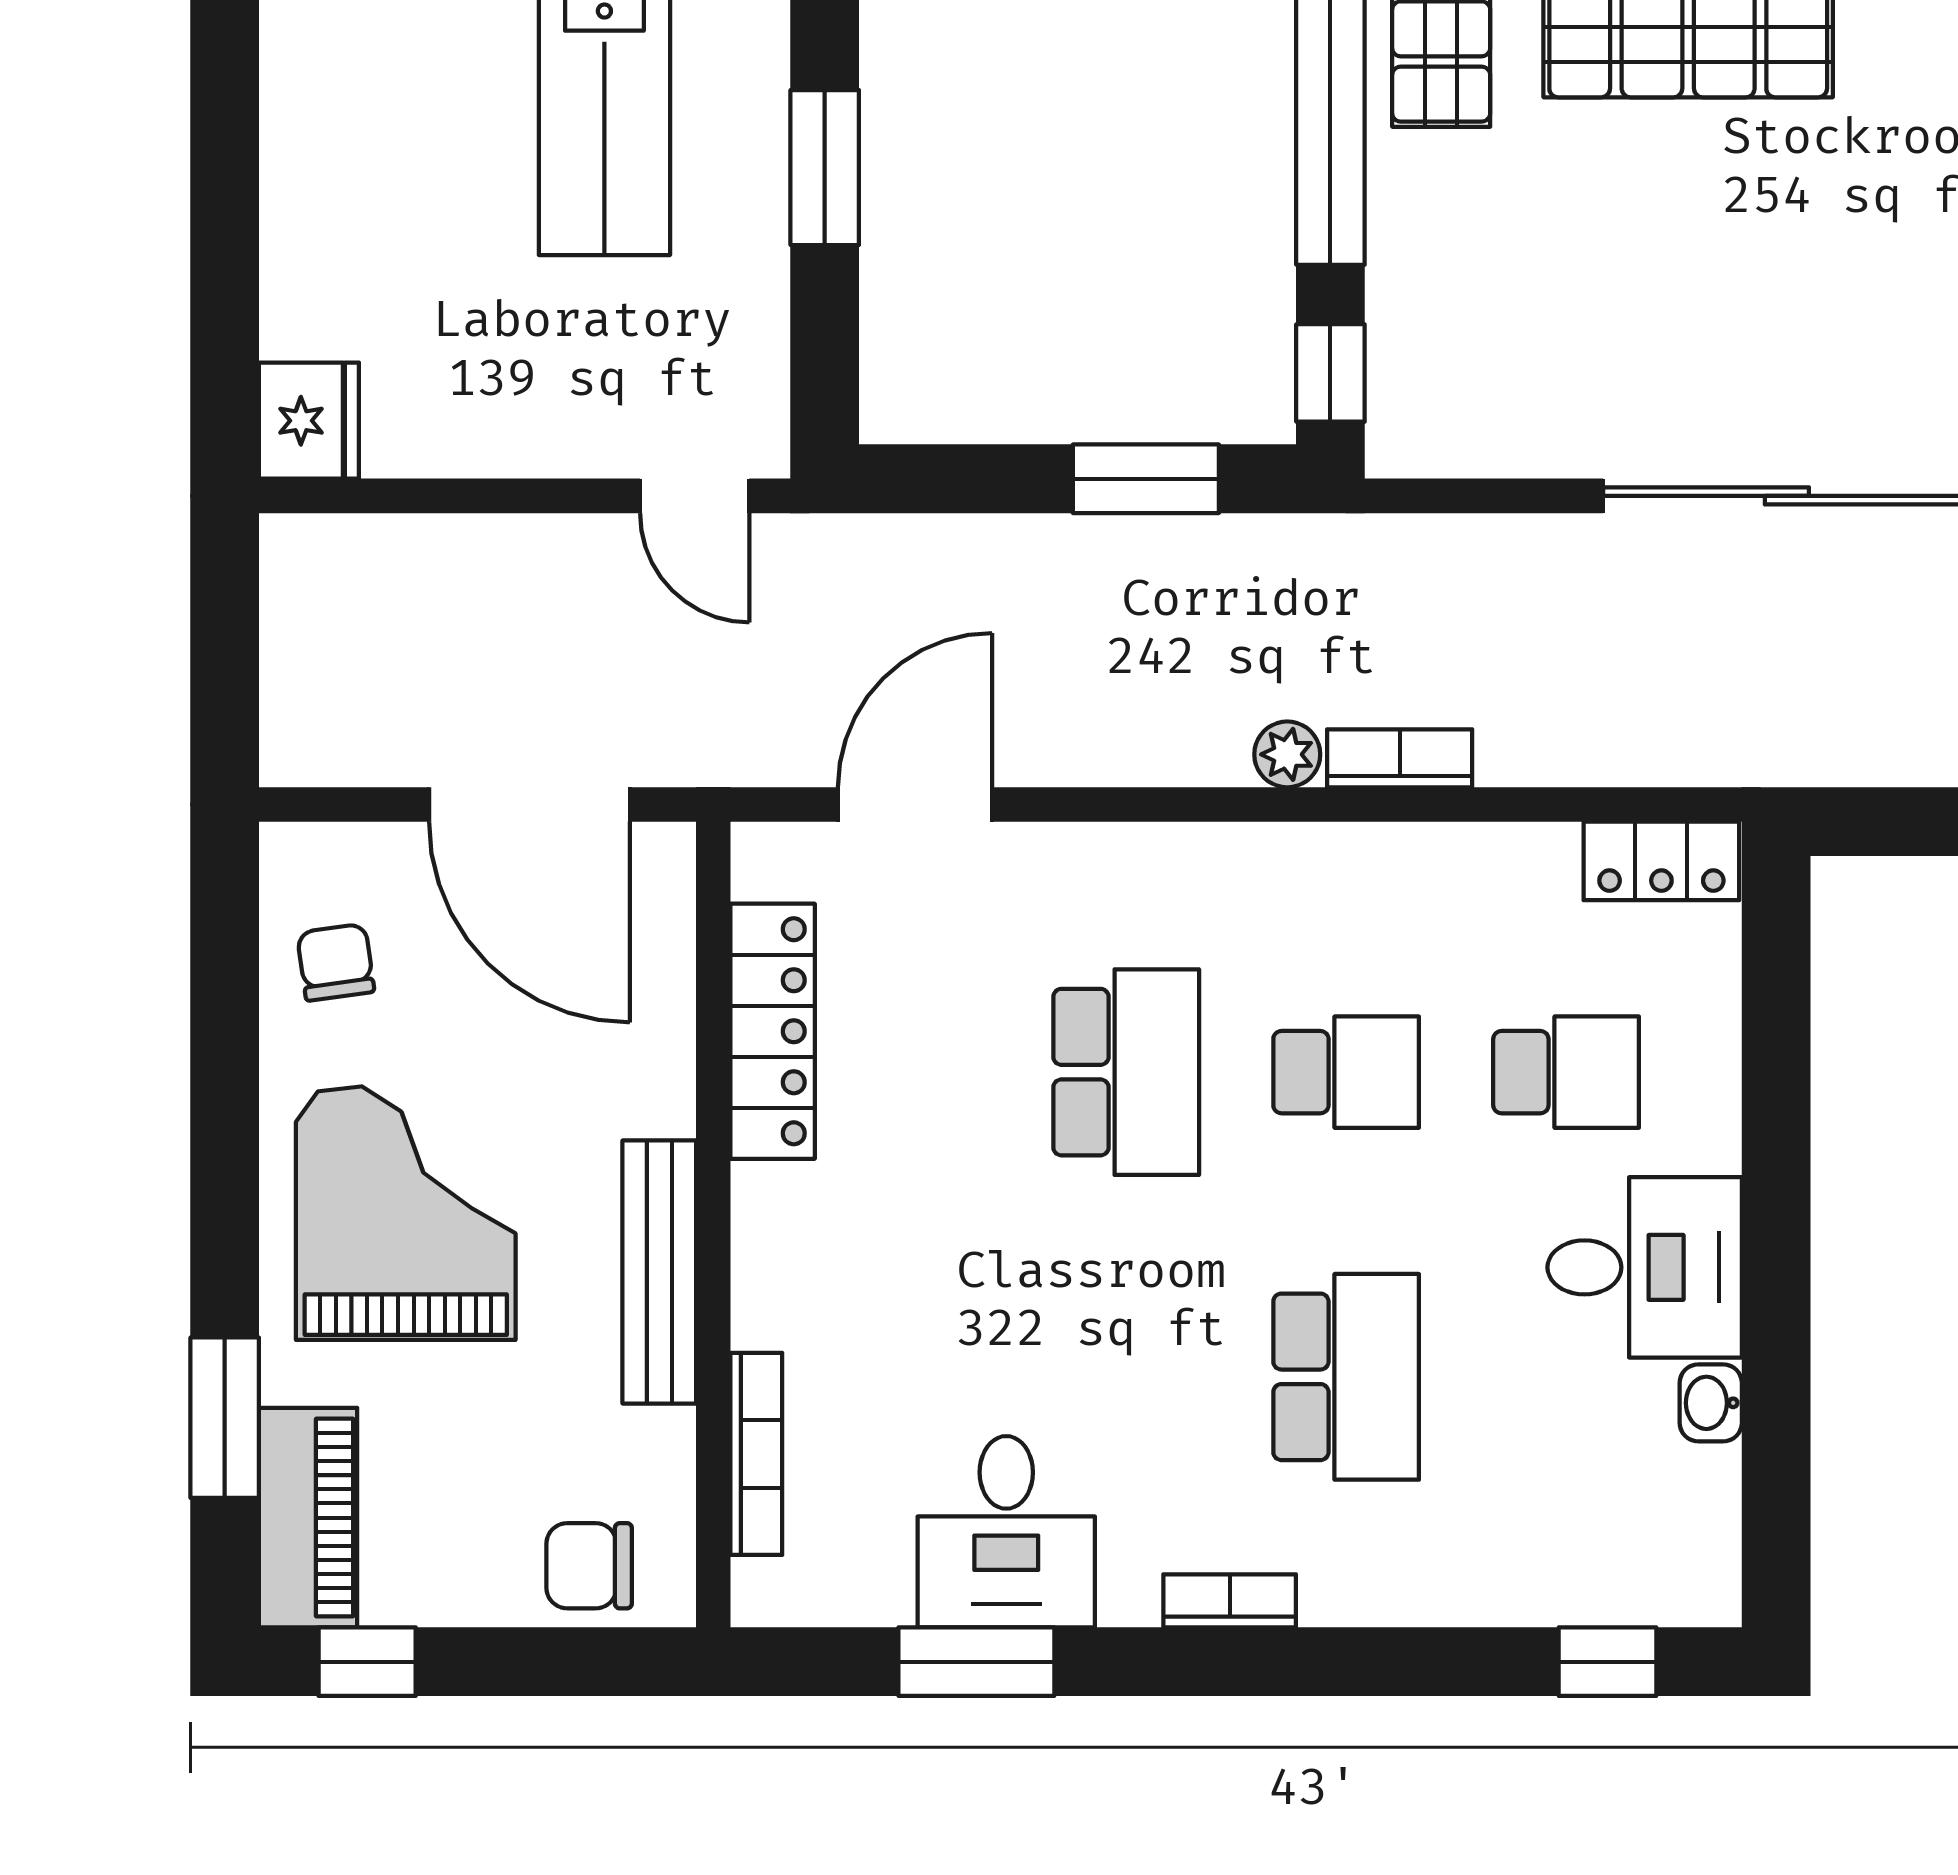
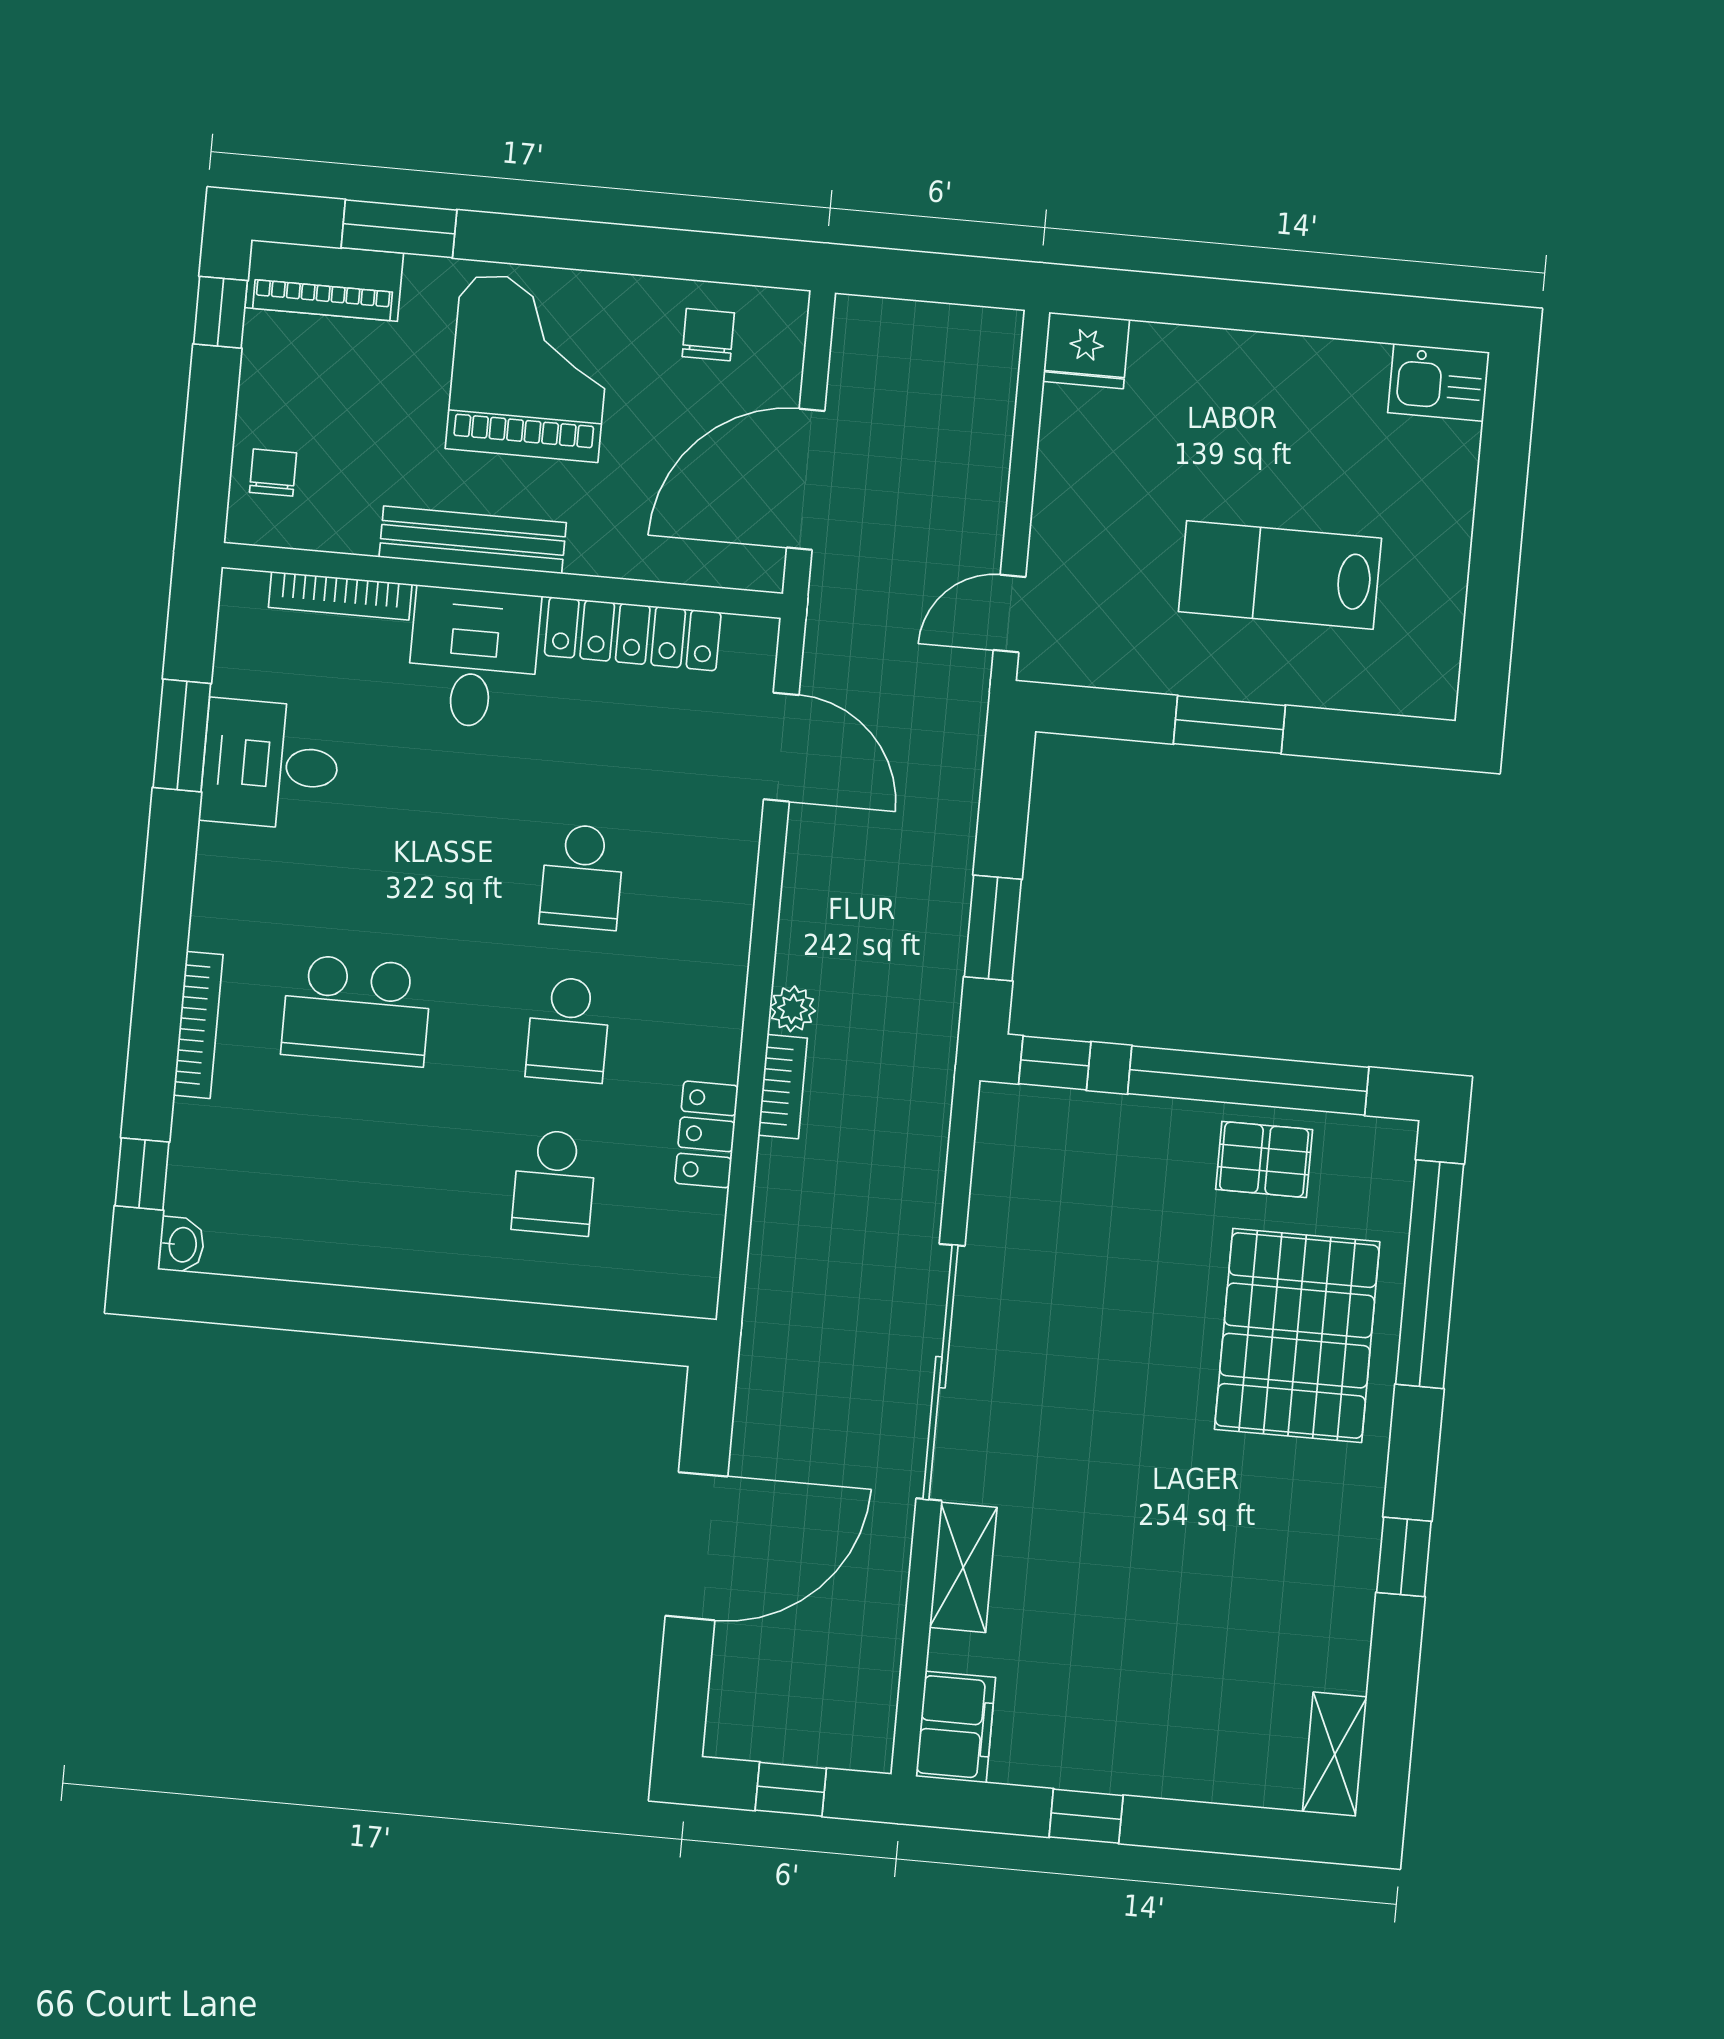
locker: (1661, 861) -> (706, 1134), moved
chair: (336, 962) -> (708, 335), turned -82
school desk: (1126, 1072) -> (582, 877), width x0.54
grand piano: (406, 1213) -> (530, 367), turned -90
desk: (1645, 1267) -> (473, 658), moved, turned 180
washbasin: (1711, 1403) -> (181, 1245), moved, turned 90
chair: (589, 1566) -> (273, 473), width x0.73, depth x0.73
bookcase: (1230, 1601) -> (198, 1025), moved, width x1.56

